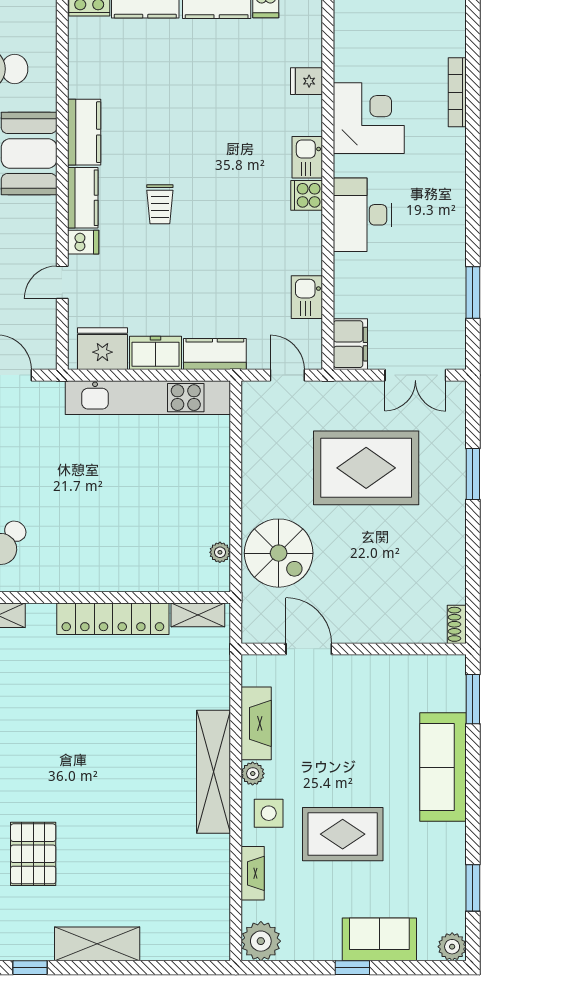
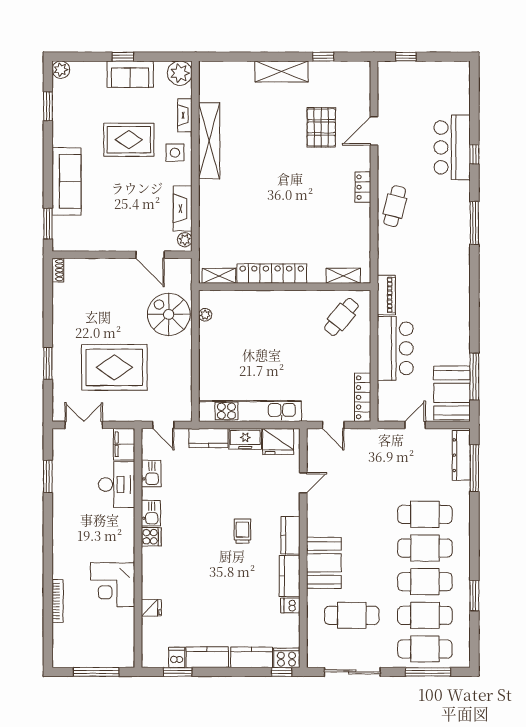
kitchen sink: (307, 157) -> (151, 513), moved
desk: (362, 215) -> (117, 484), moved
dishwasher: (83, 242) -> (290, 605), moved
shelving: (213, 772) -> (209, 141), moved
plant: (253, 774) -> (185, 240), moved
sofa: (379, 939) -> (130, 74), moved

